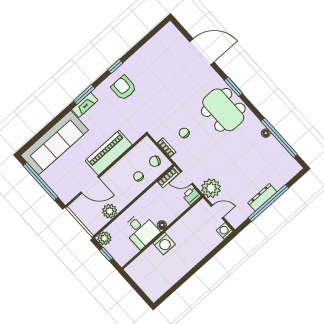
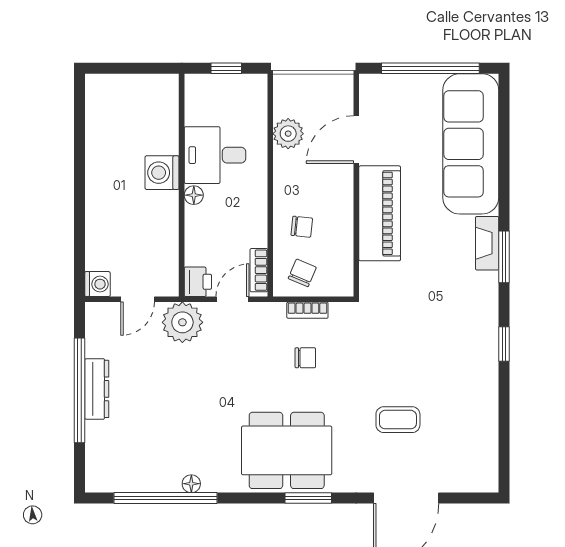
coffee table: (176, 80) -> (398, 420), added
armchair: (124, 88) -> (459, 327), removed
plant: (104, 238) -> (253, 88), removed

